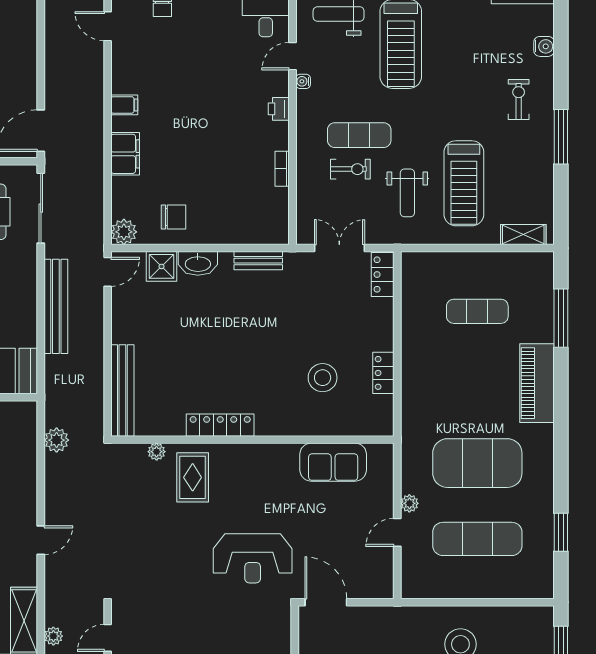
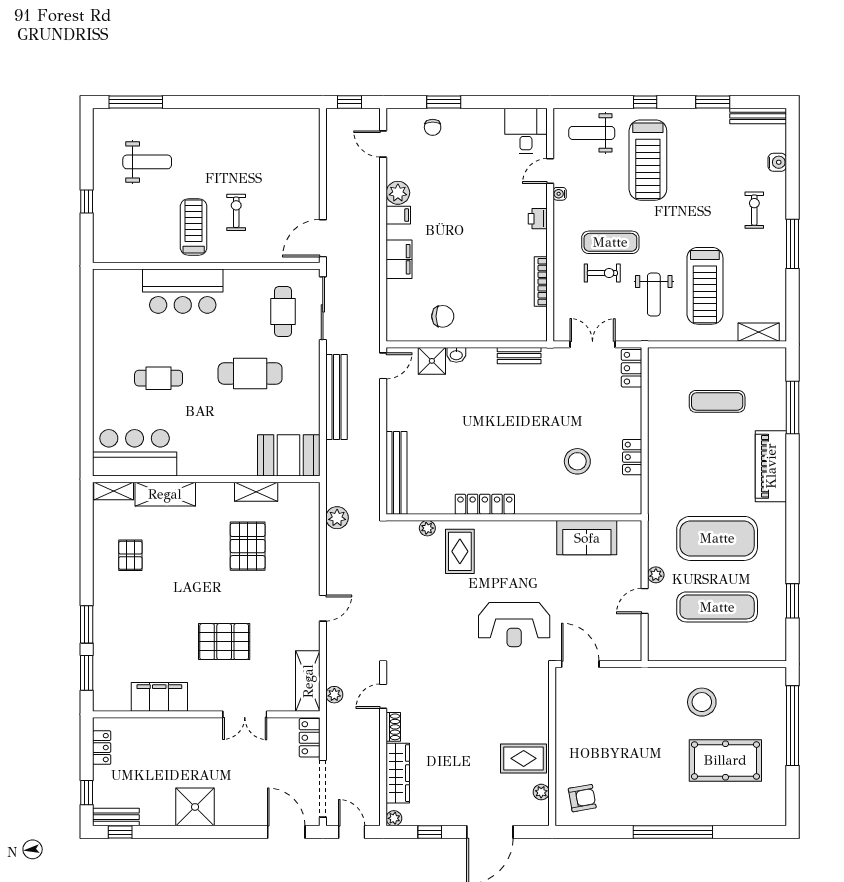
bookcase: (282, 169) -> (541, 282), width x1.56
plant: (124, 232) -> (398, 193), moved
washbasin: (198, 263) -> (456, 355), width x0.52, depth x0.69

